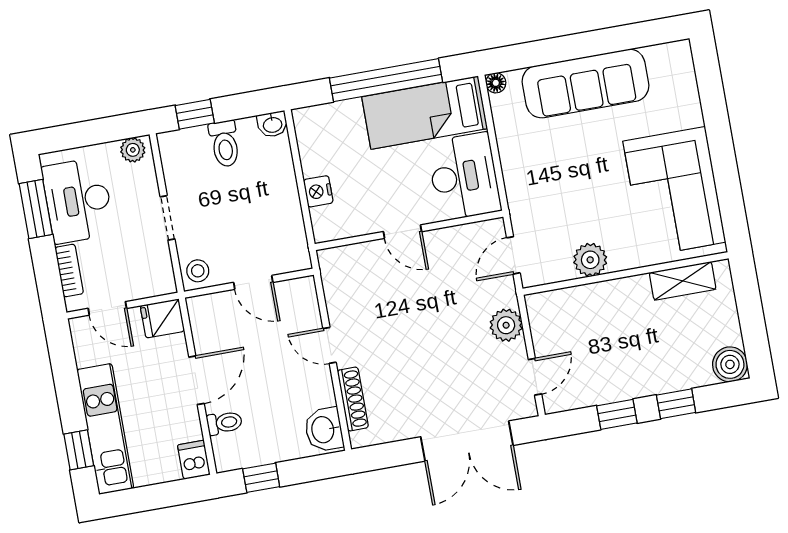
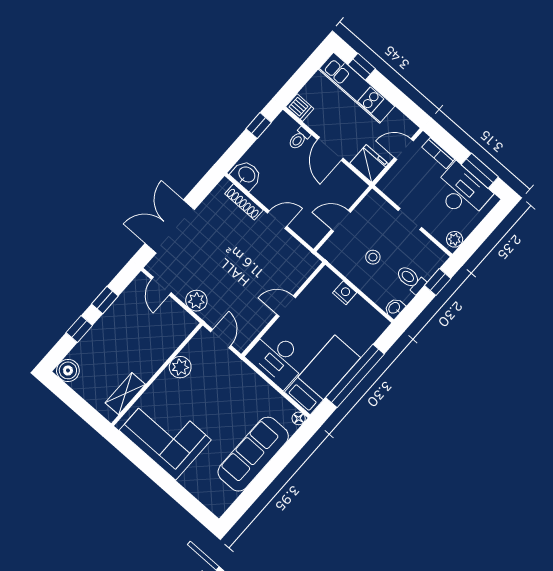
stool: (198, 271) -> (373, 257), moved
fridge: (162, 318) -> (369, 164), width x1.38

